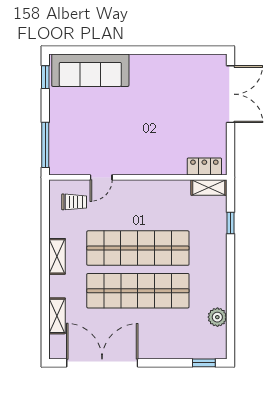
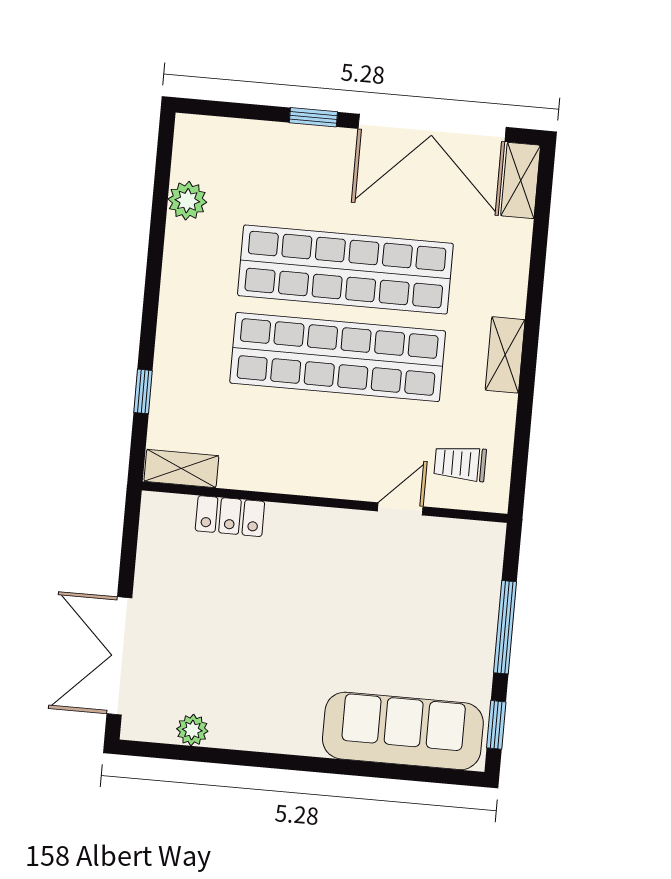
plant: (192, 62) -> (192, 730), added
window: (45, 145) -> (505, 627), moved
locker: (204, 167) -> (230, 516), moved
shelving: (57, 316) -> (521, 181), moved
window: (204, 363) -> (313, 117), moved

